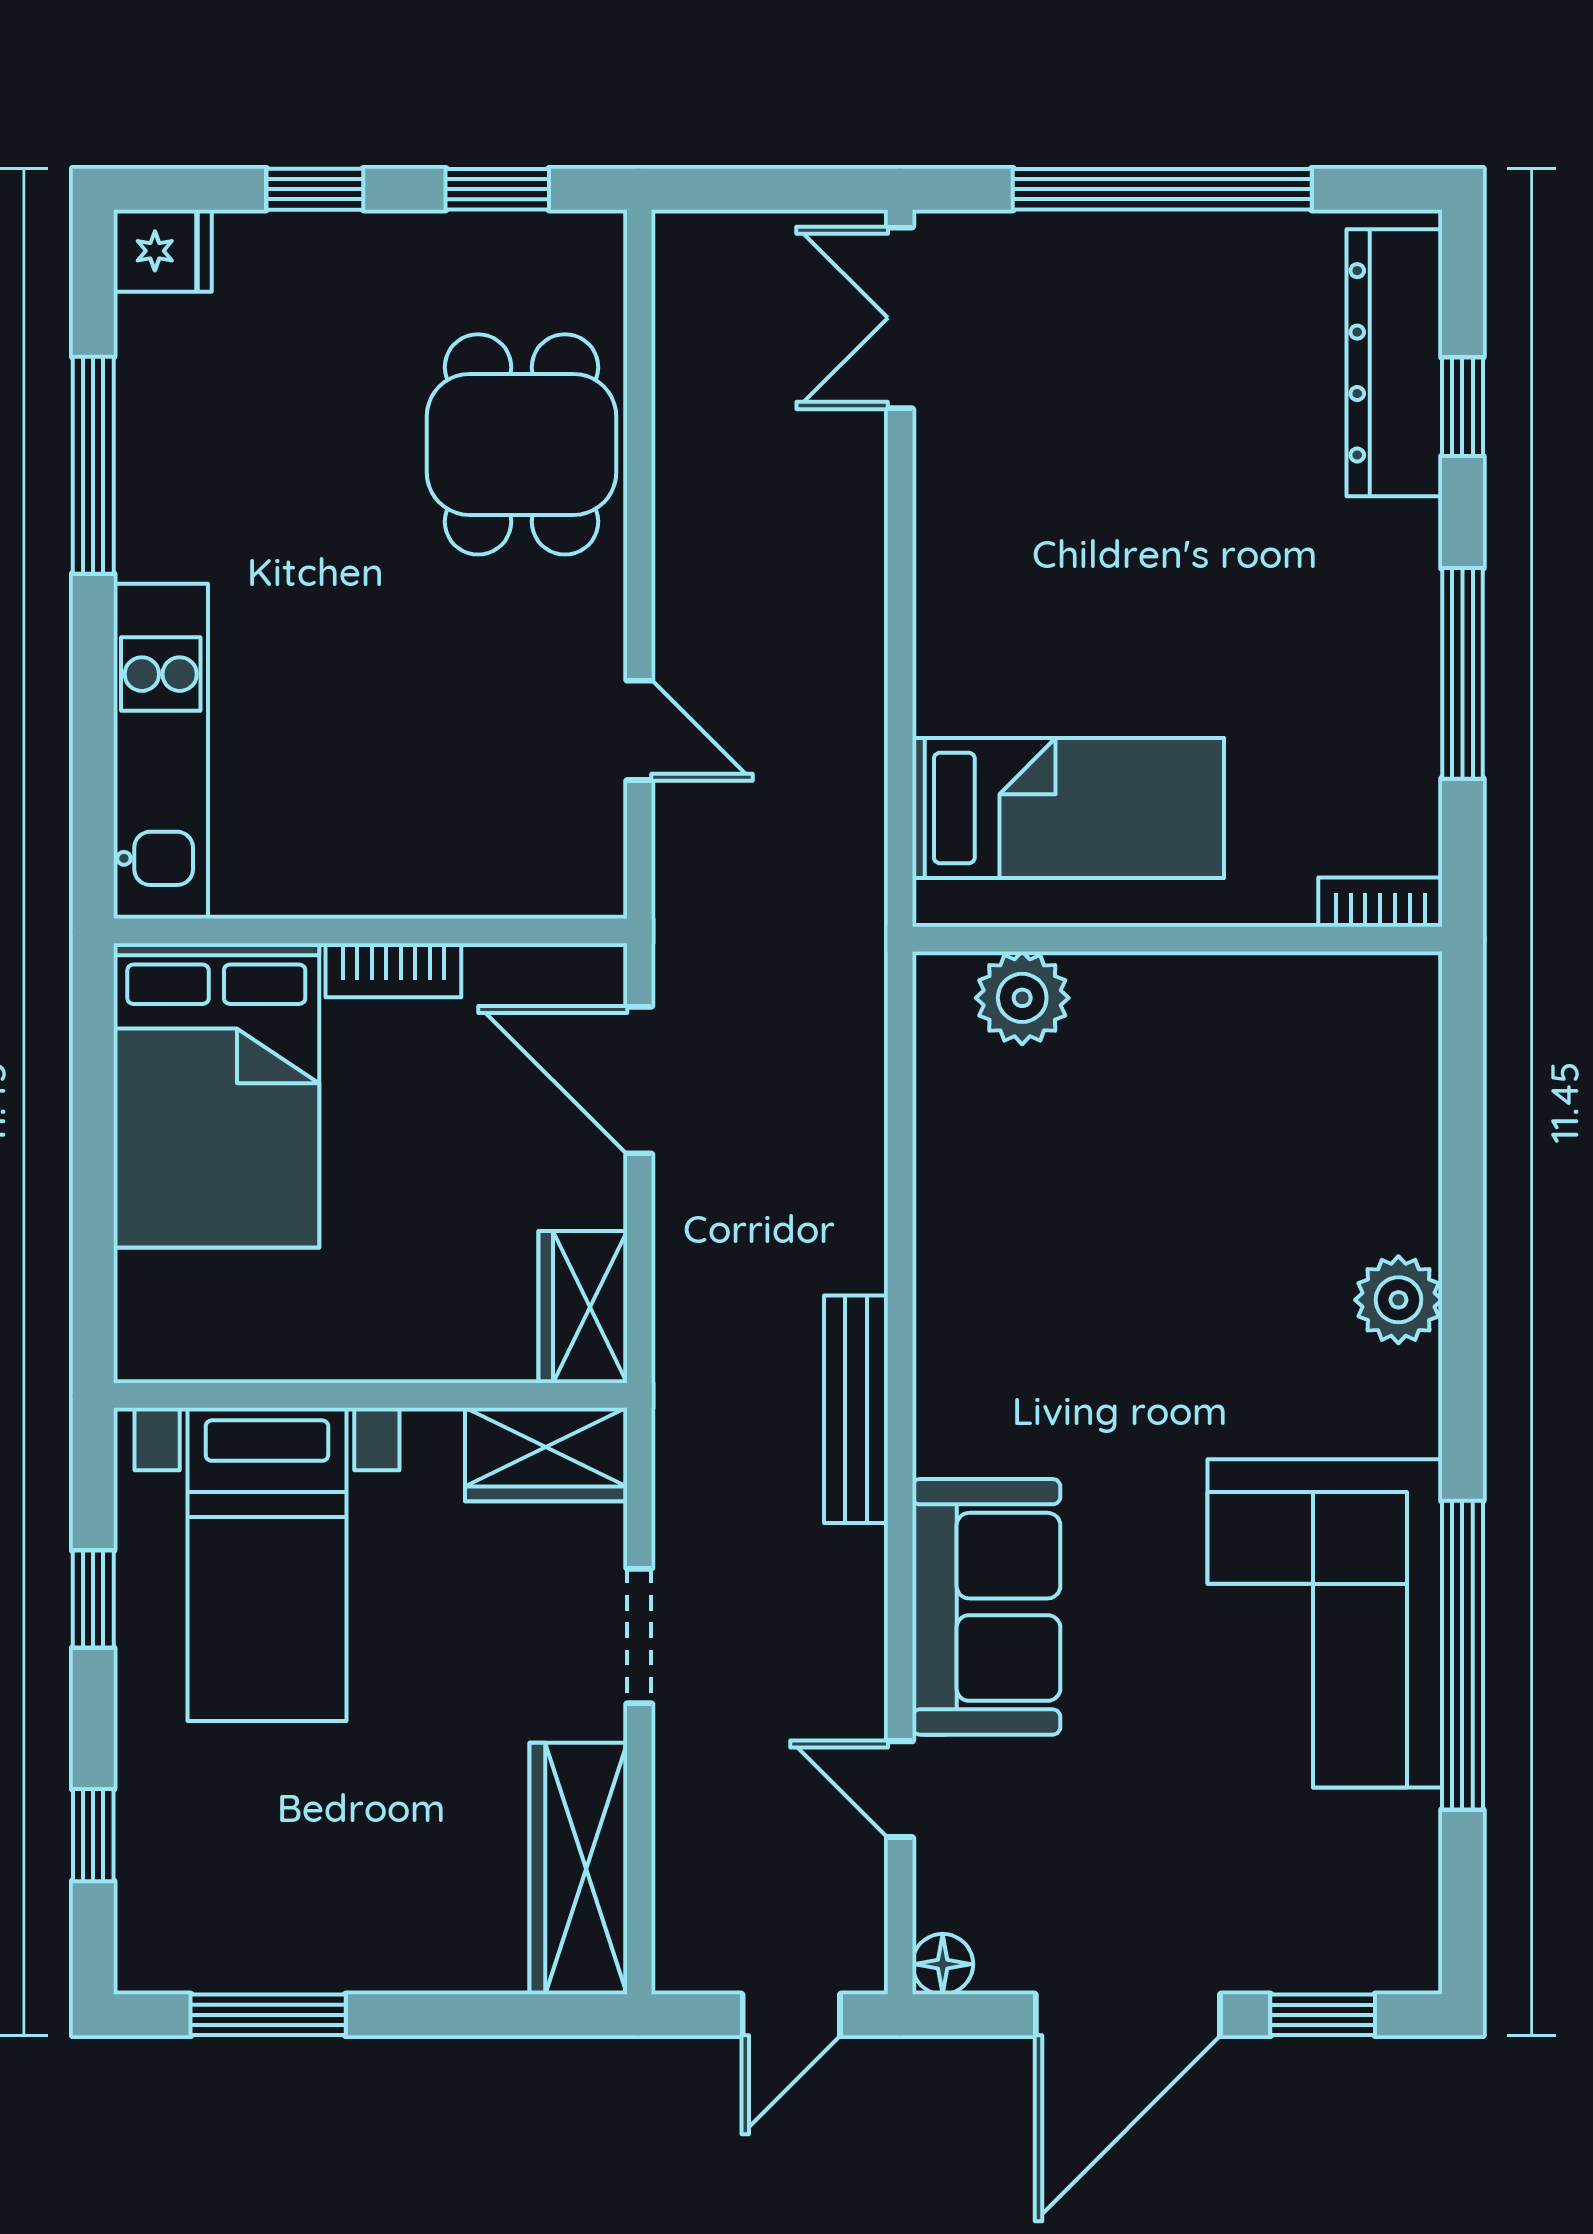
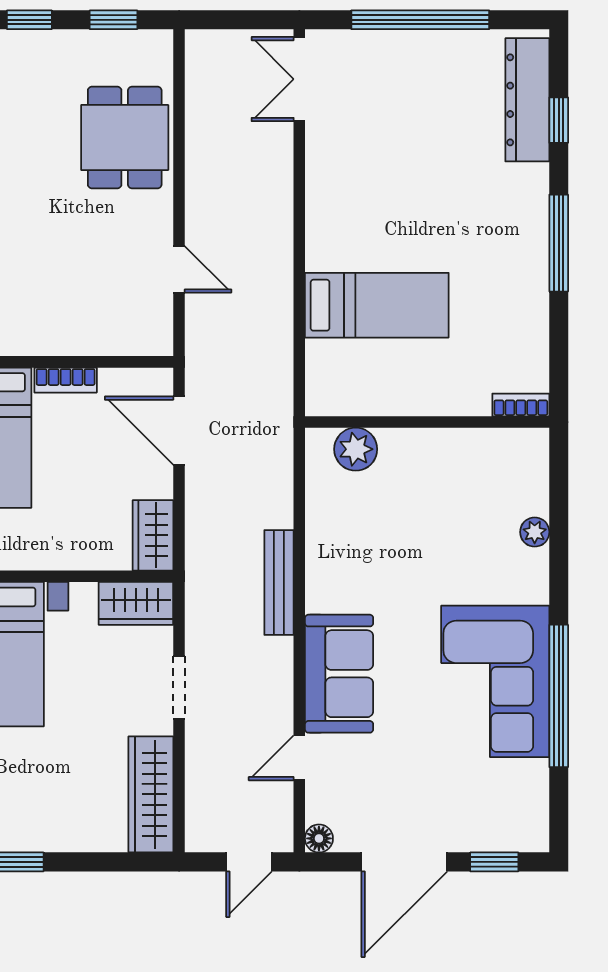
bookcase: (1380, 902) -> (521, 405), moved
wall: (1177, 939) -> (427, 422), moved
plant: (1022, 998) -> (356, 449), moved
plant: (1398, 1300) -> (535, 532), width x0.73, depth x0.73
door: (900, 1789) -> (299, 758), hinge flipped

